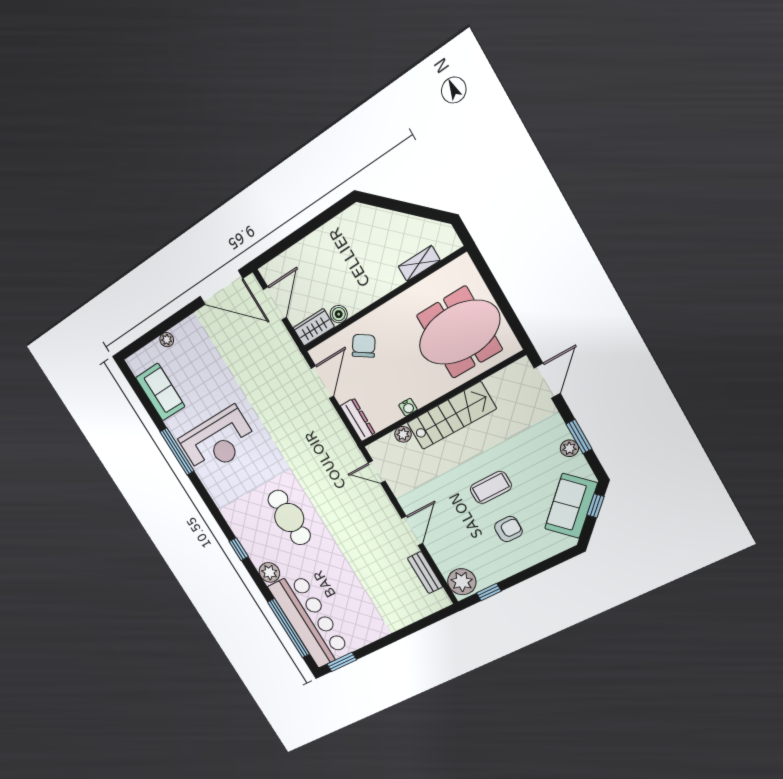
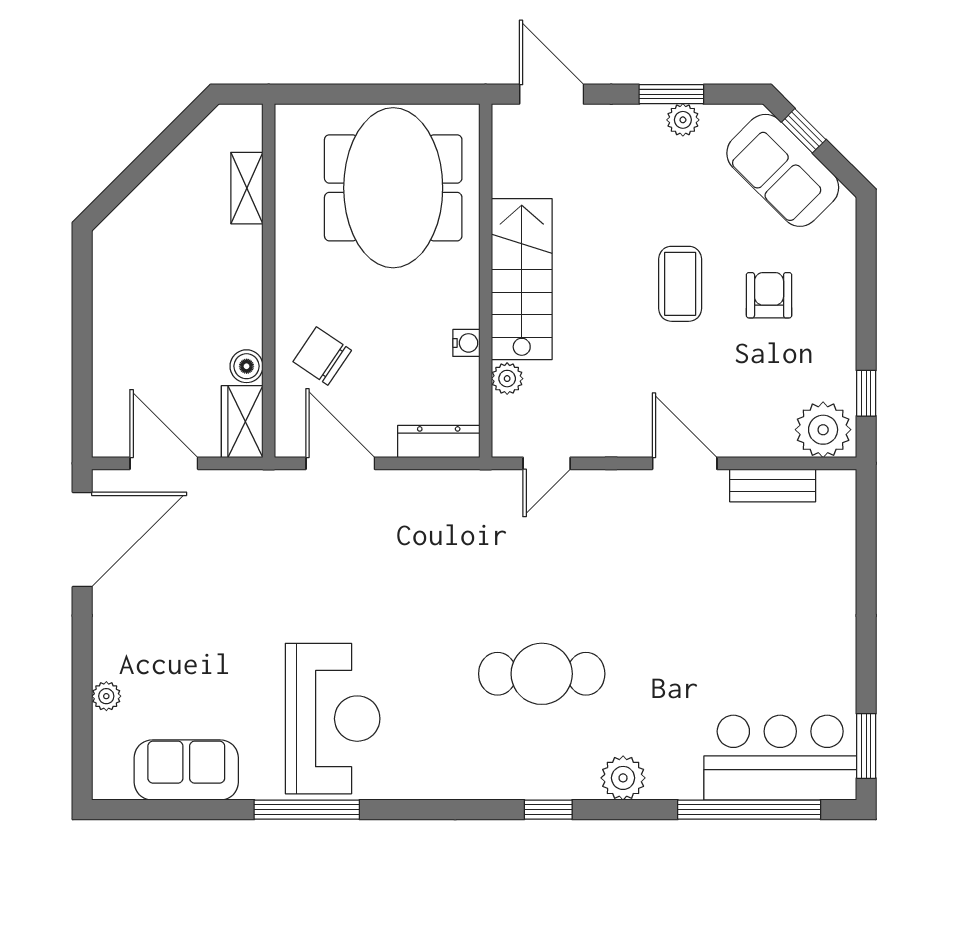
bar counter: (309, 620) -> (780, 758), width x0.73

